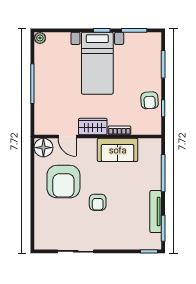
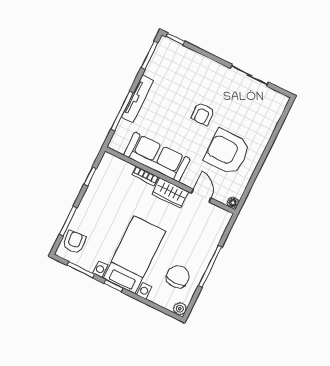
chair: (54, 63) -> (178, 277), added
armchair: (150, 100) -> (74, 242), moved
floor lamp: (43, 148) -> (233, 203), width x0.53, depth x0.53
sofa: (118, 150) -> (157, 157), width x1.36
armchair: (63, 182) -> (227, 152), turned -90
armchair: (98, 202) -> (203, 114), turned 180
tv unit: (156, 212) -> (137, 99), moved

